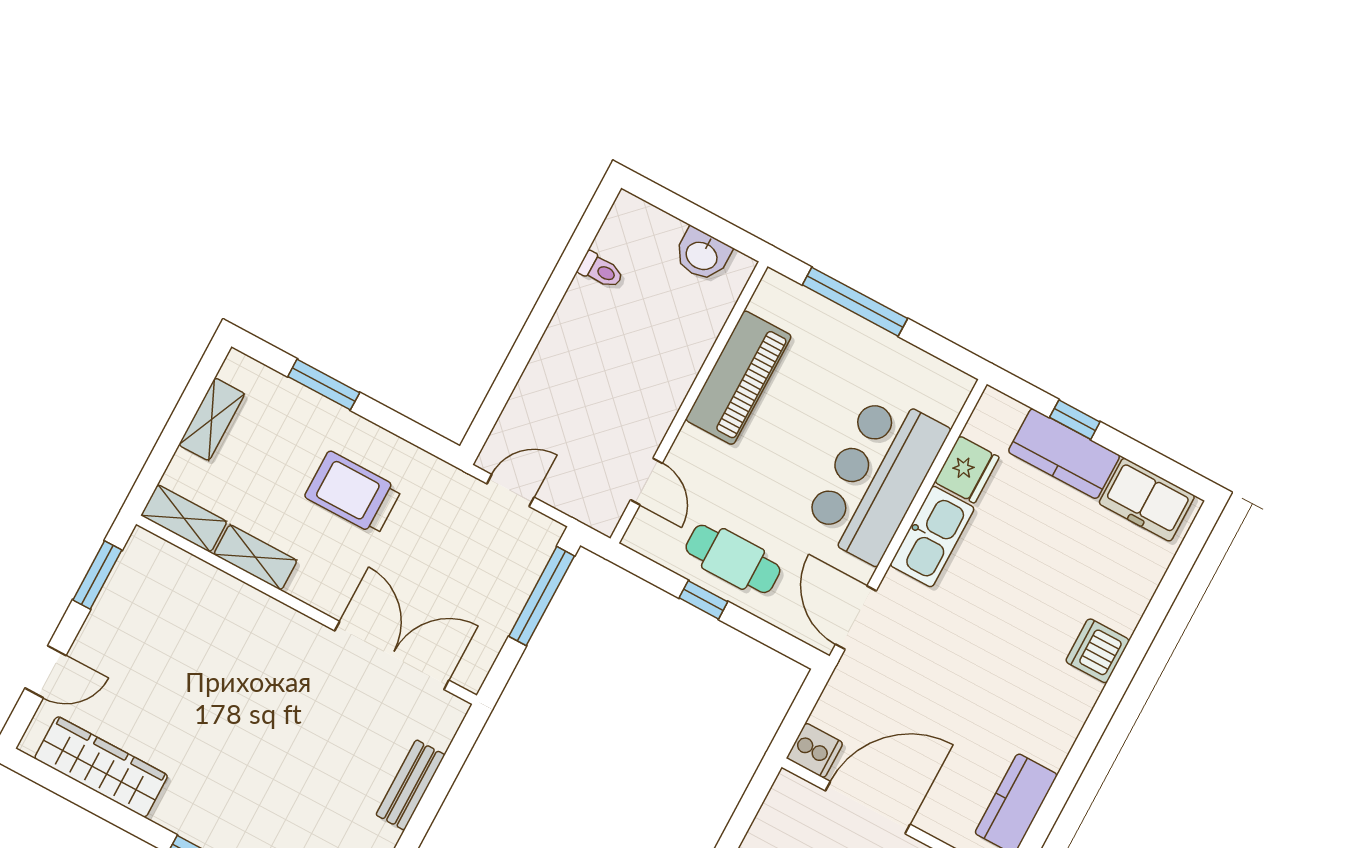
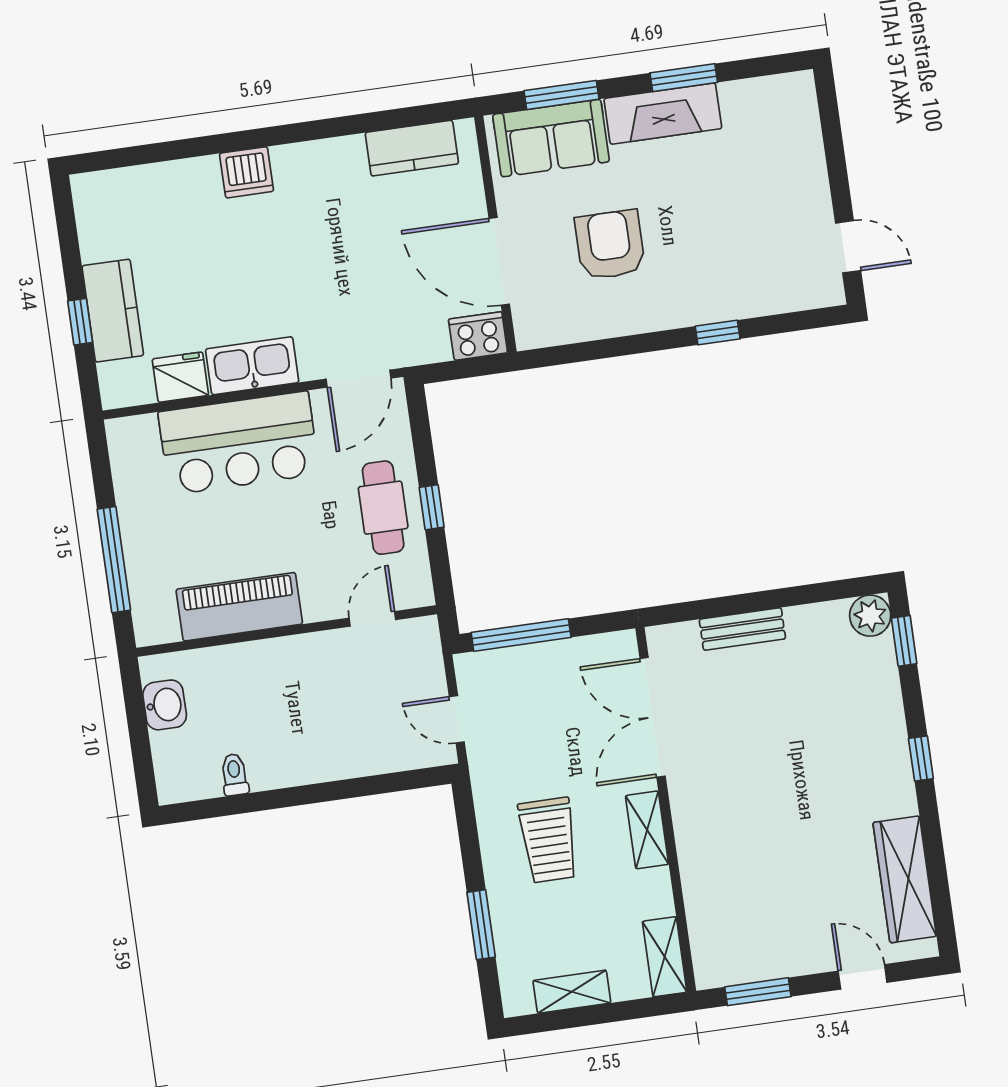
freezer: (1147, 500) -> (101, 220), removed
shelving: (255, 557) -> (647, 830), moved
cooker: (815, 750) -> (478, 336), width x1.36

